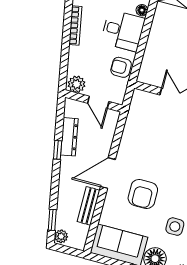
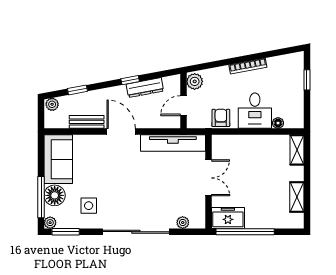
tv unit: (134, 123) -> (173, 143), added
armchair: (143, 194) -> (111, 169), removed
window: (52, 220) -> (77, 90), moved

